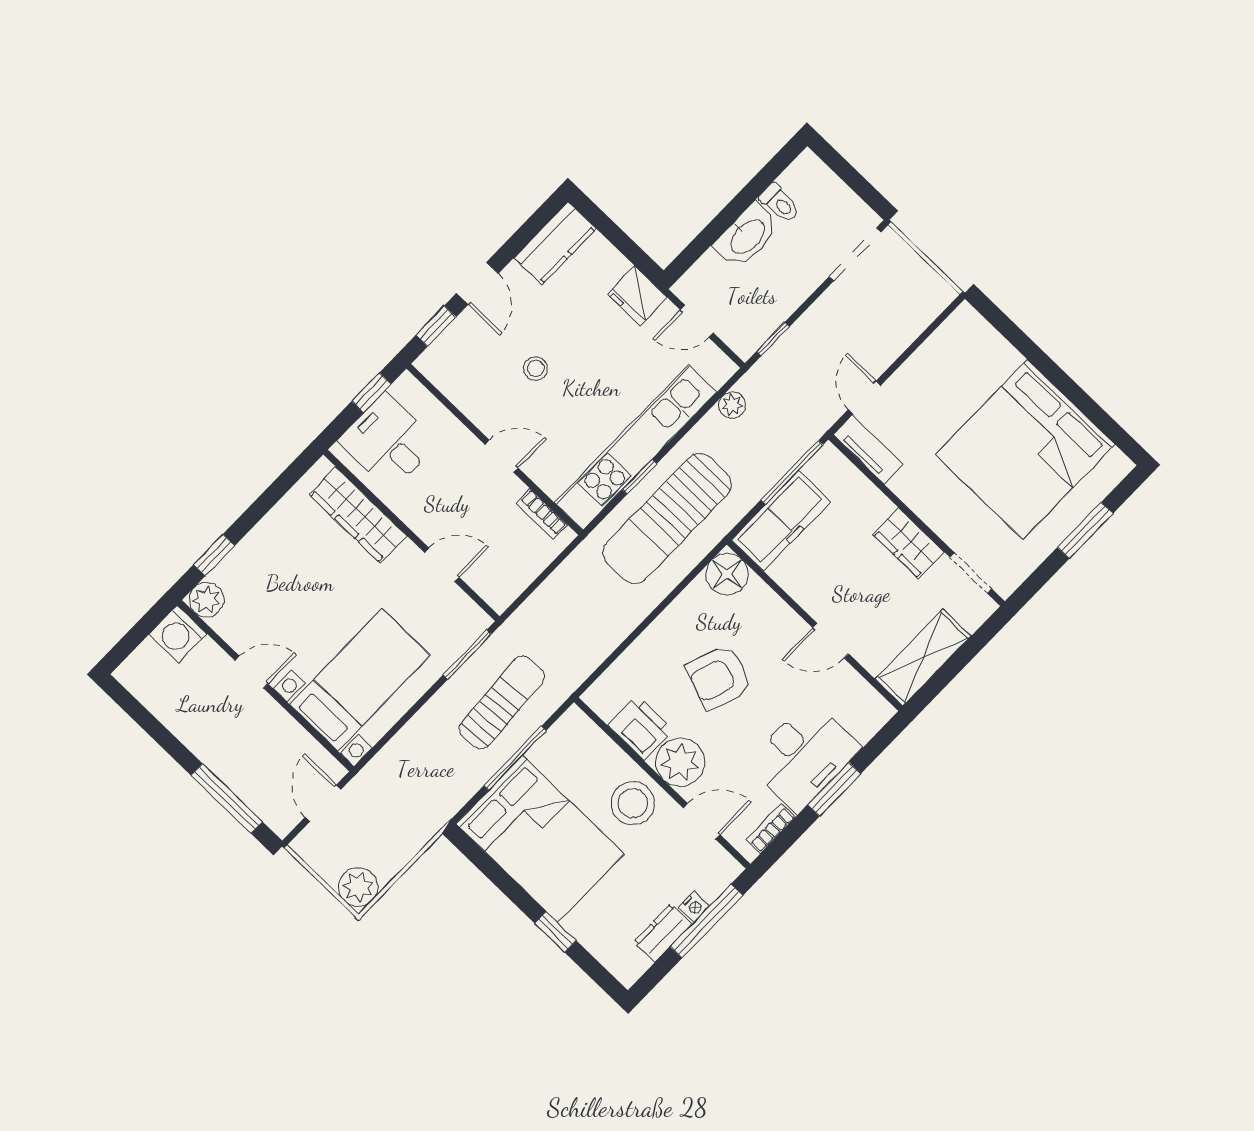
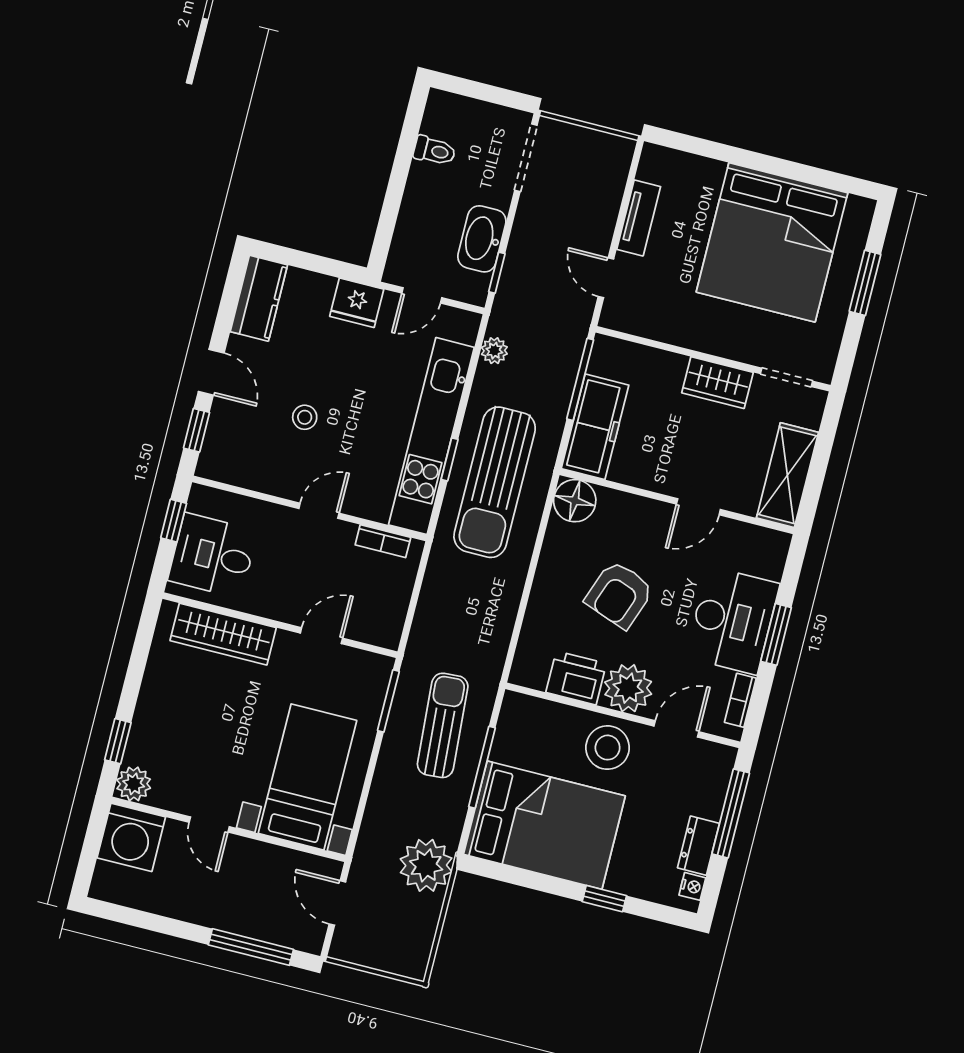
washbasin: (747, 236) -> (482, 239), moved, turned 180
tv unit: (868, 450) -> (639, 218), moved, turned 90
washing machine: (178, 634) -> (131, 837), width x1.37, depth x1.37
door: (252, 672) -> (209, 824), swing flipped
plant: (358, 887) -> (426, 865), moved, width x1.36, depth x1.36
nightstand: (694, 906) -> (692, 886), moved

